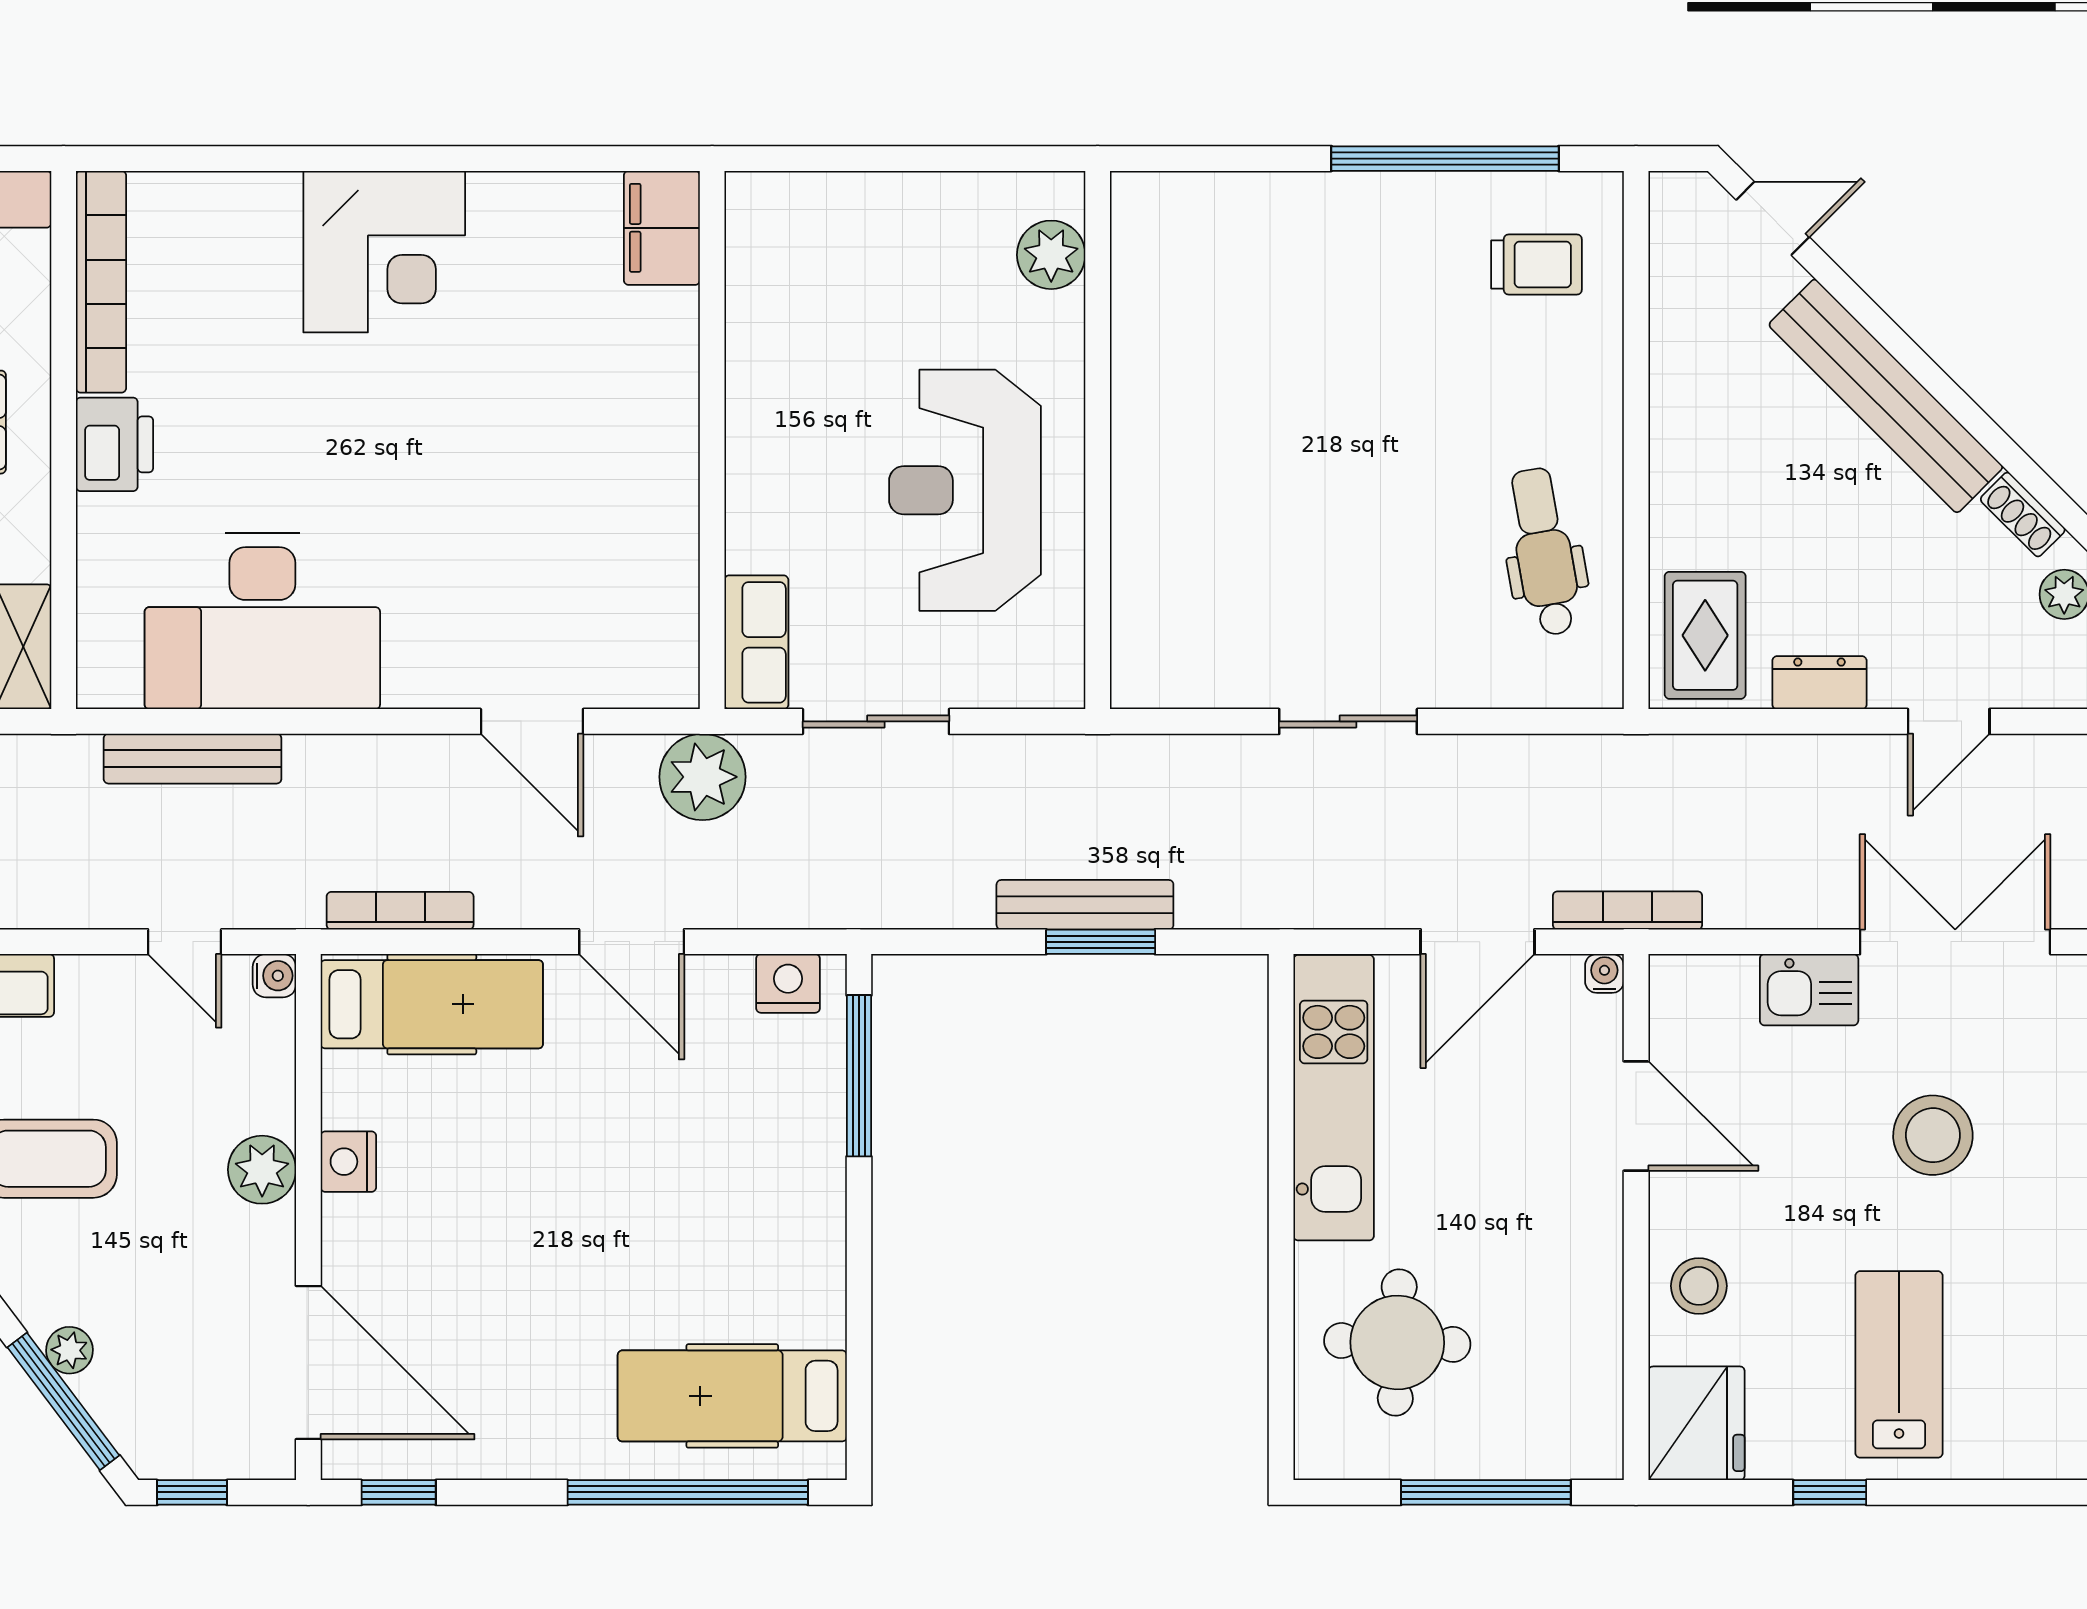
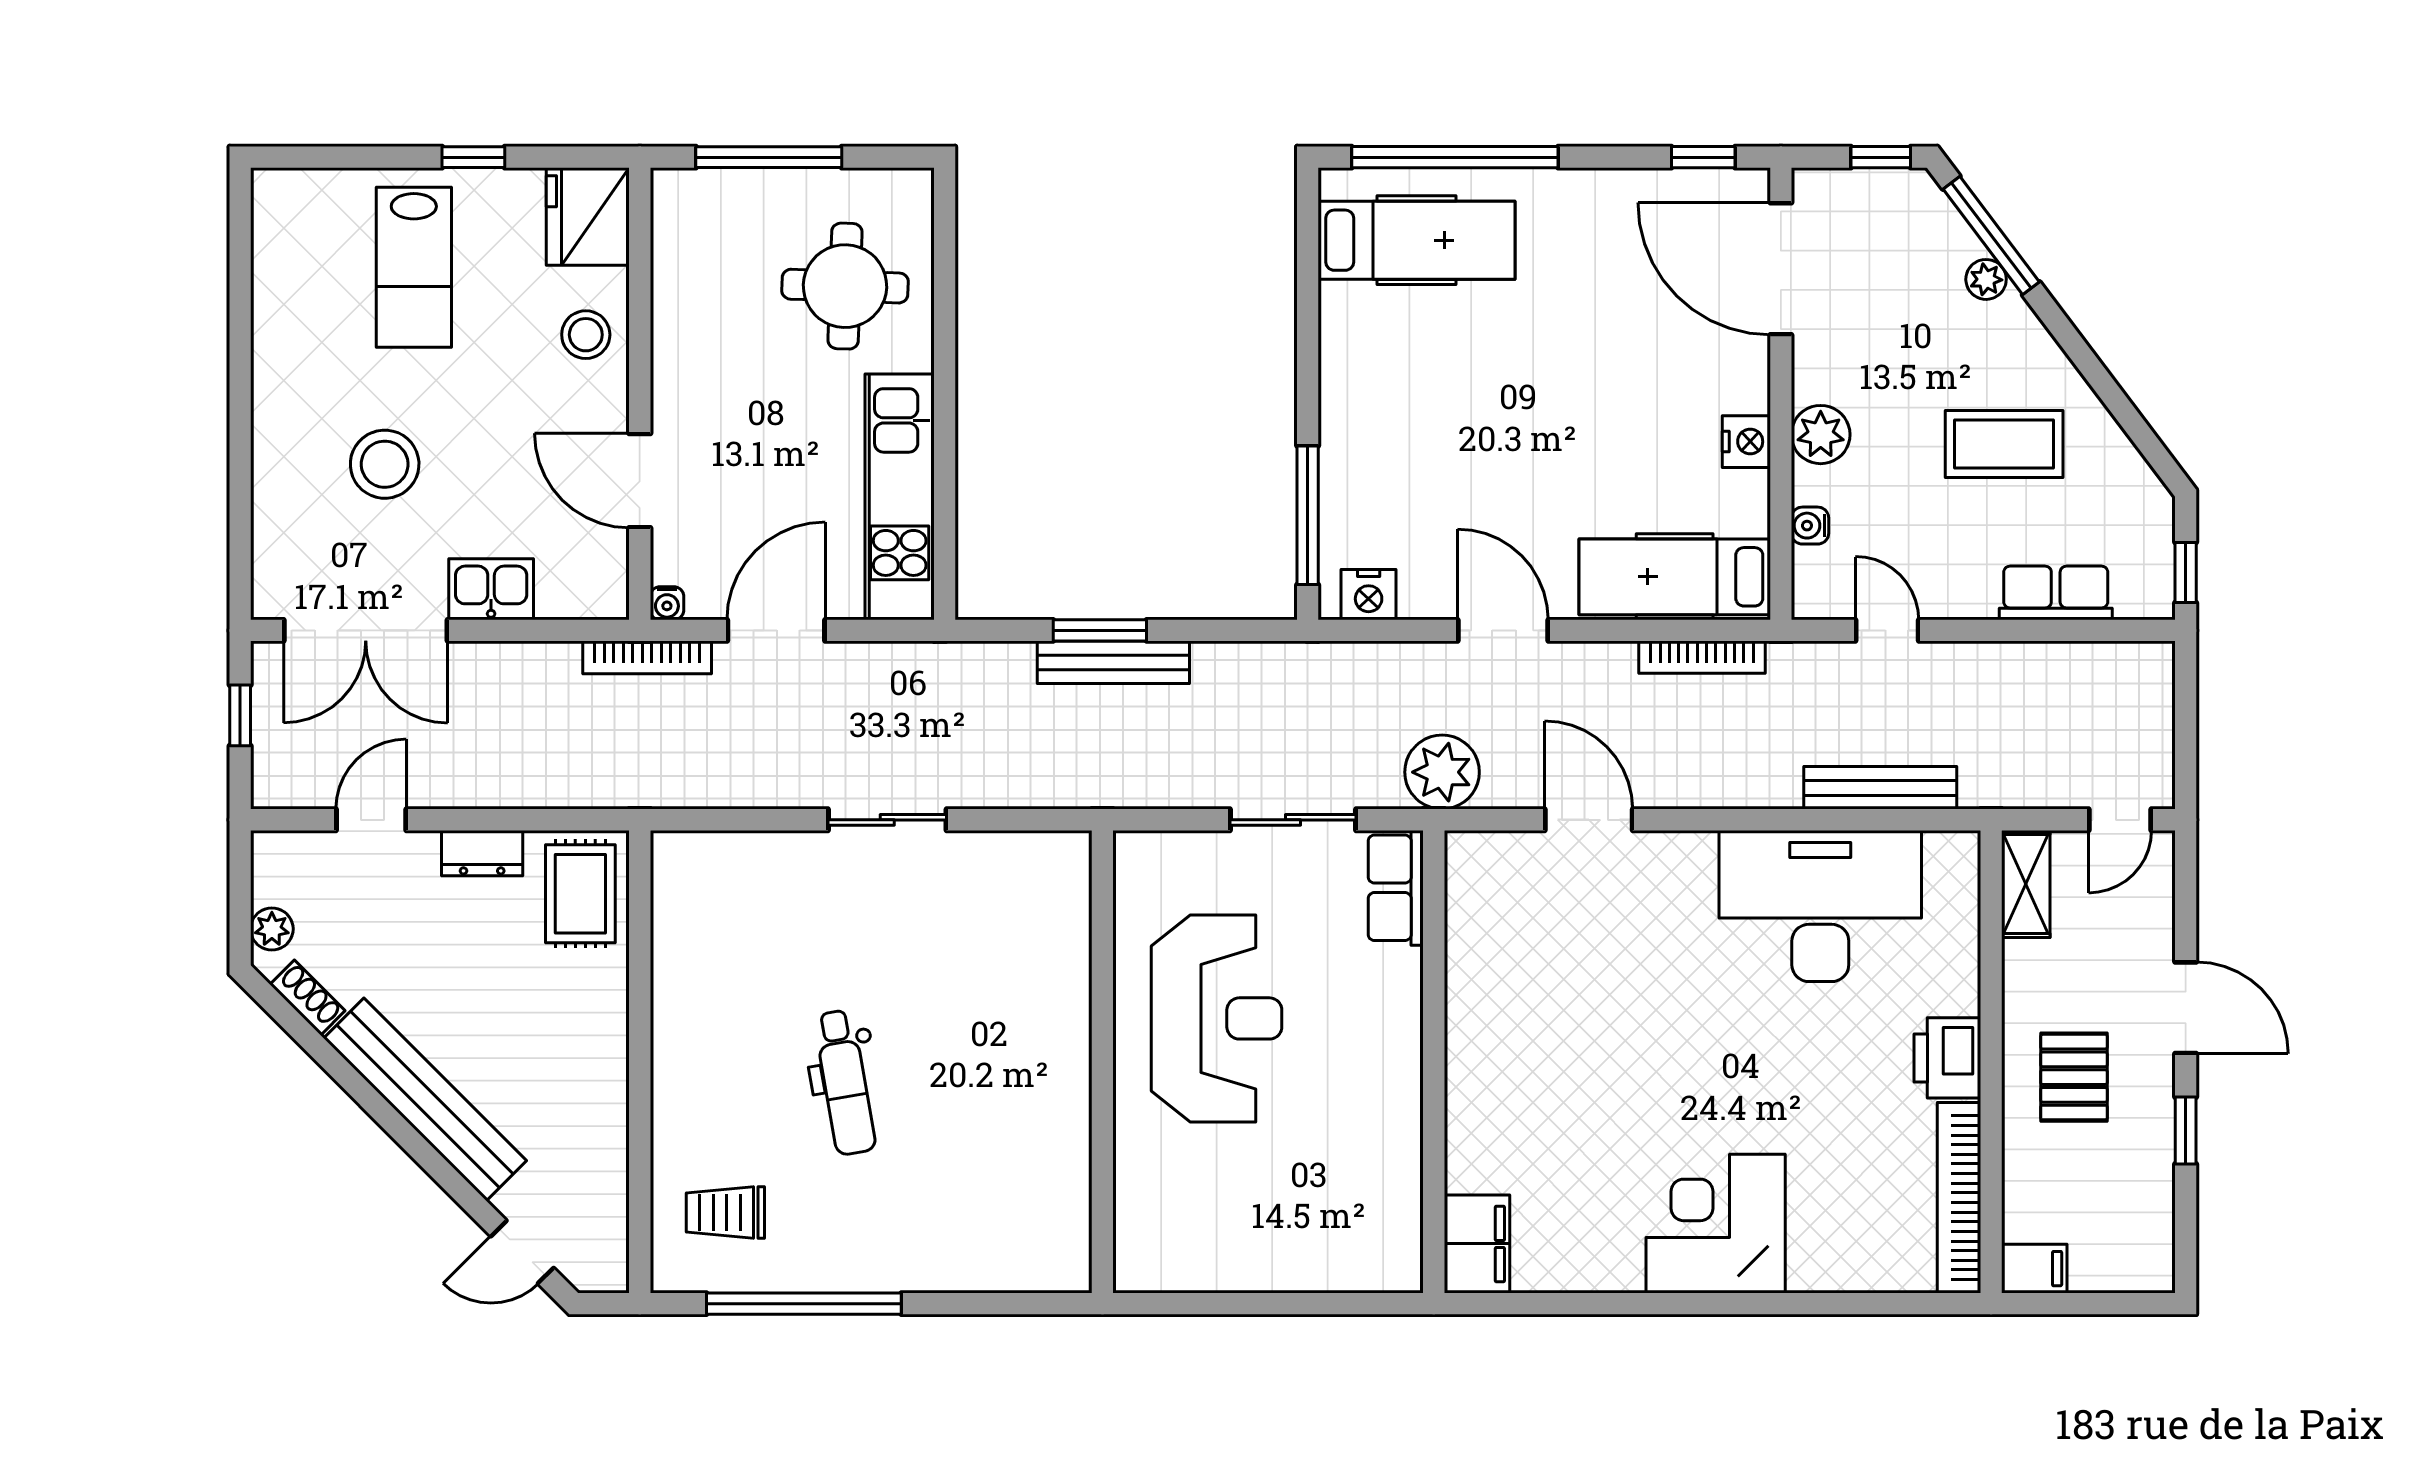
plant: (1051, 255) -> (1142, 1221), removed
dental chair: (1544, 552) -> (845, 1082), moved
water cooler: (274, 976) -> (1810, 526), moved

